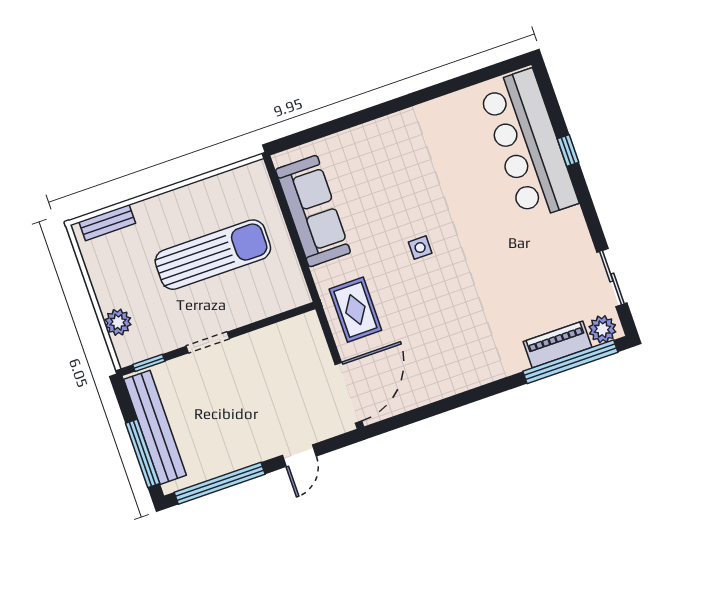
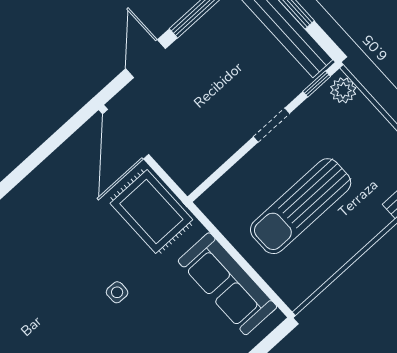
rug: (355, 310) -> (151, 212), width x1.36, depth x1.43
plant: (118, 322) -> (343, 90), moved
door: (299, 456) -> (146, 59), width x1.37

